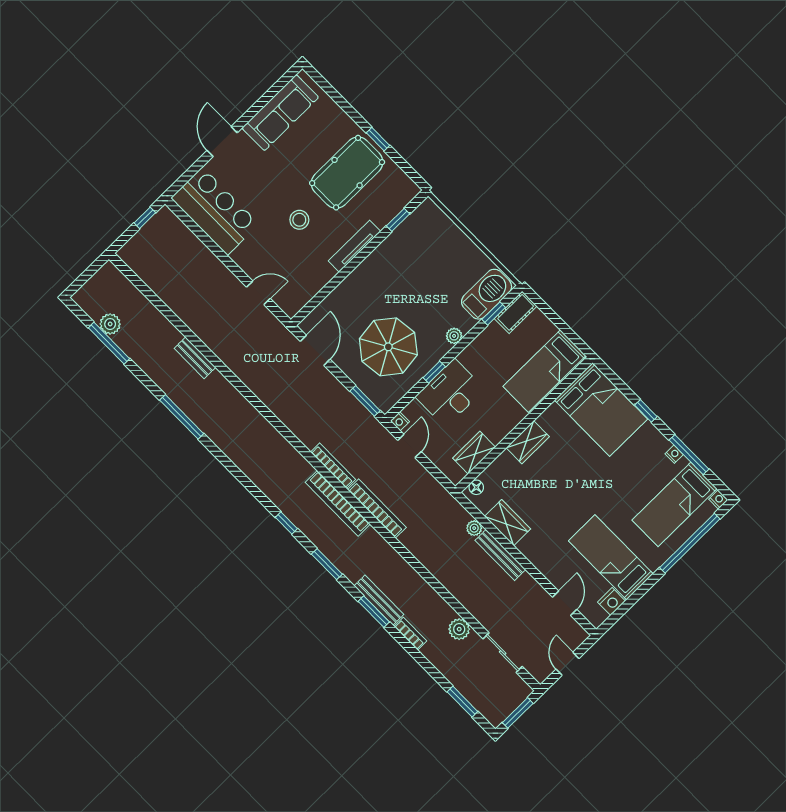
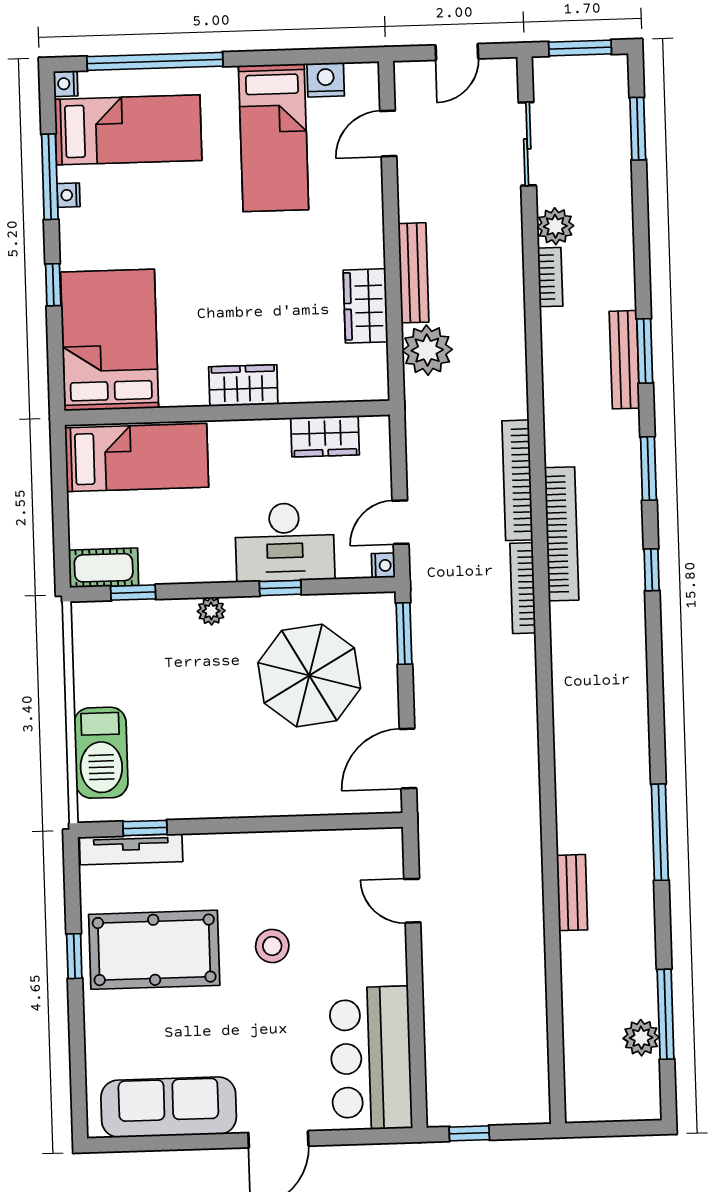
tv unit: (354, 246) -> (131, 849), moved
barbecue: (487, 294) -> (101, 753), moved, turned -90
floor lamp: (476, 487) -> (364, 389), removed
plant: (474, 528) -> (427, 350), width x1.88, depth x1.88
bookcase: (410, 634) -> (550, 277), moved, turned 180

